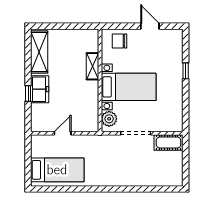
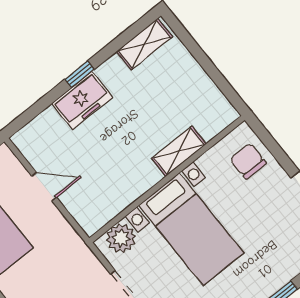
shelving: (39, 52) -> (144, 44), width x0.67, depth x0.75
window: (28, 94) -> (80, 74), moved

